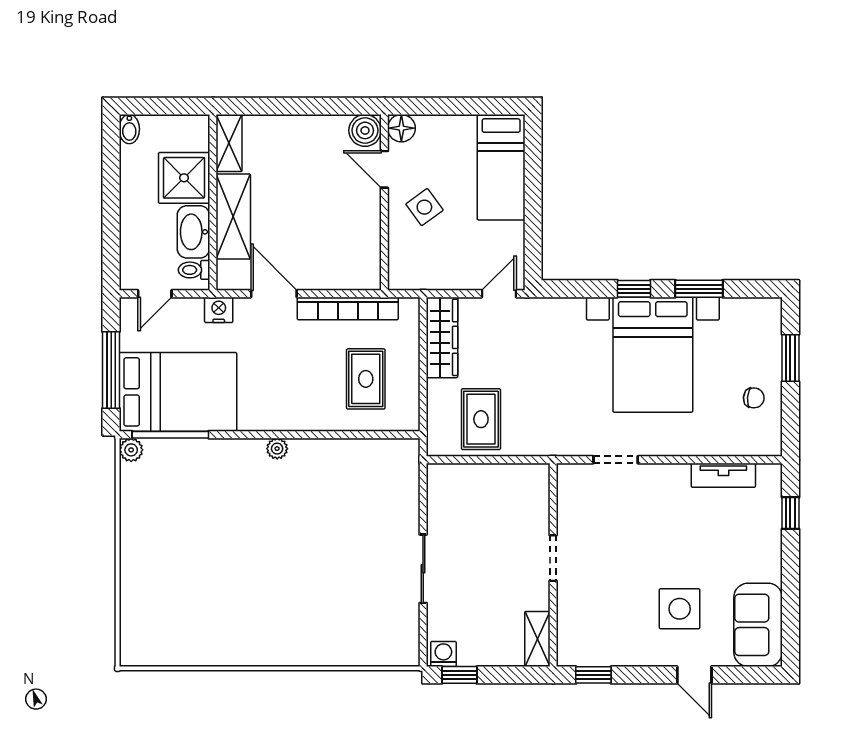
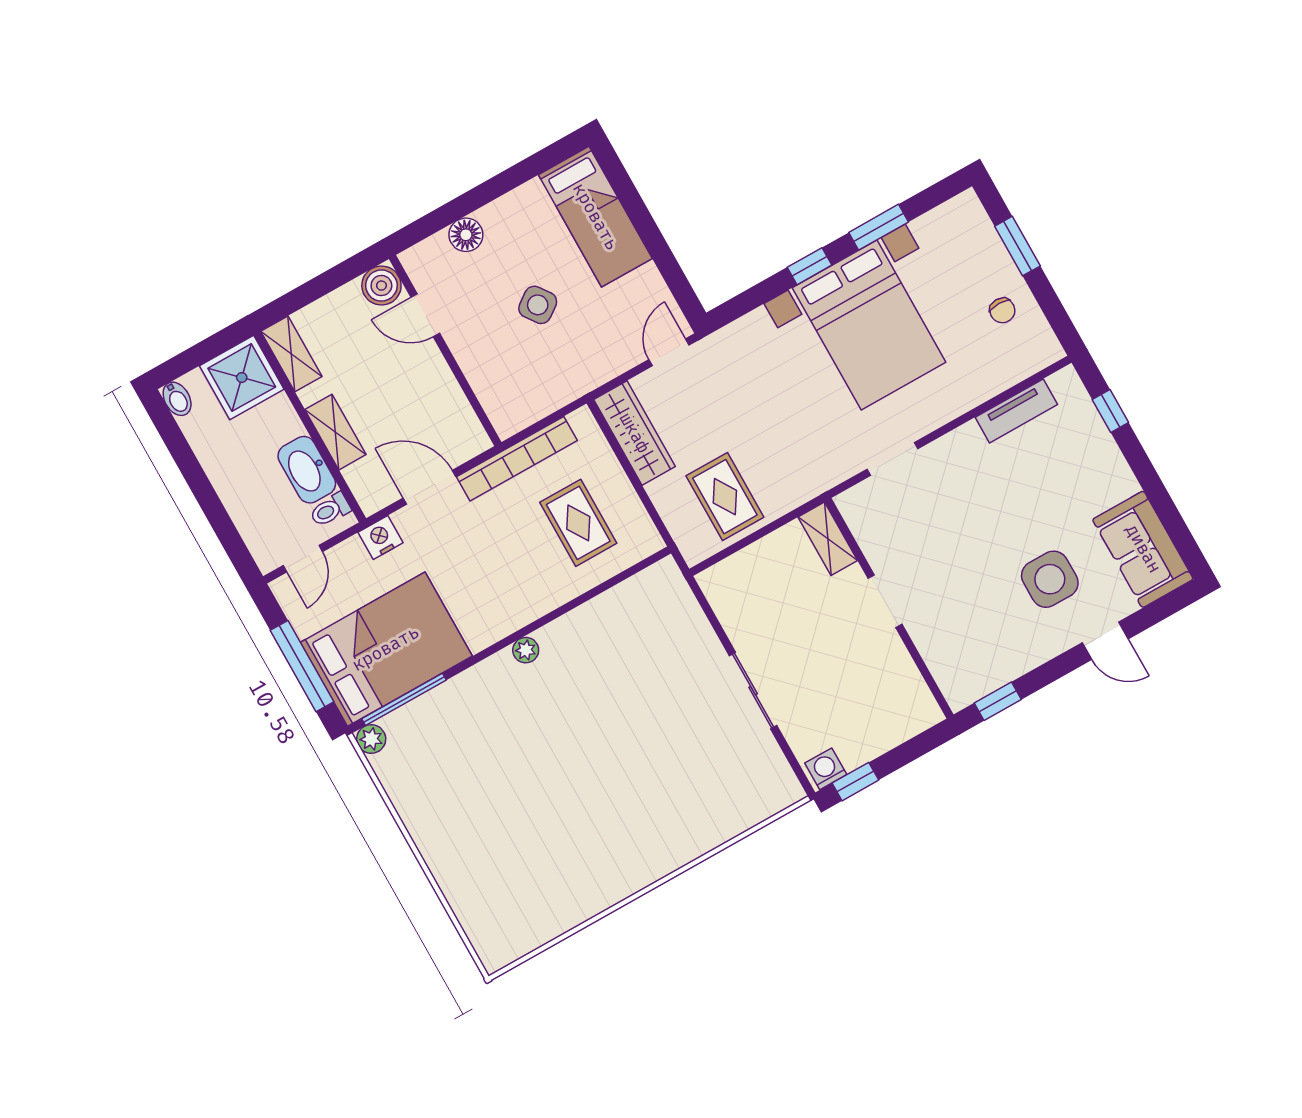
boiler: (365, 130) -> (381, 286), moved
door: (384, 169) -> (425, 315), moved
shower: (184, 178) -> (242, 378), moved
wall: (384, 202) -> (445, 350), moved
shelving: (233, 217) -> (335, 432), width x0.67, depth x0.75
chair: (754, 398) -> (1002, 310), turned 85
shelving: (537, 639) -> (828, 539), moved

